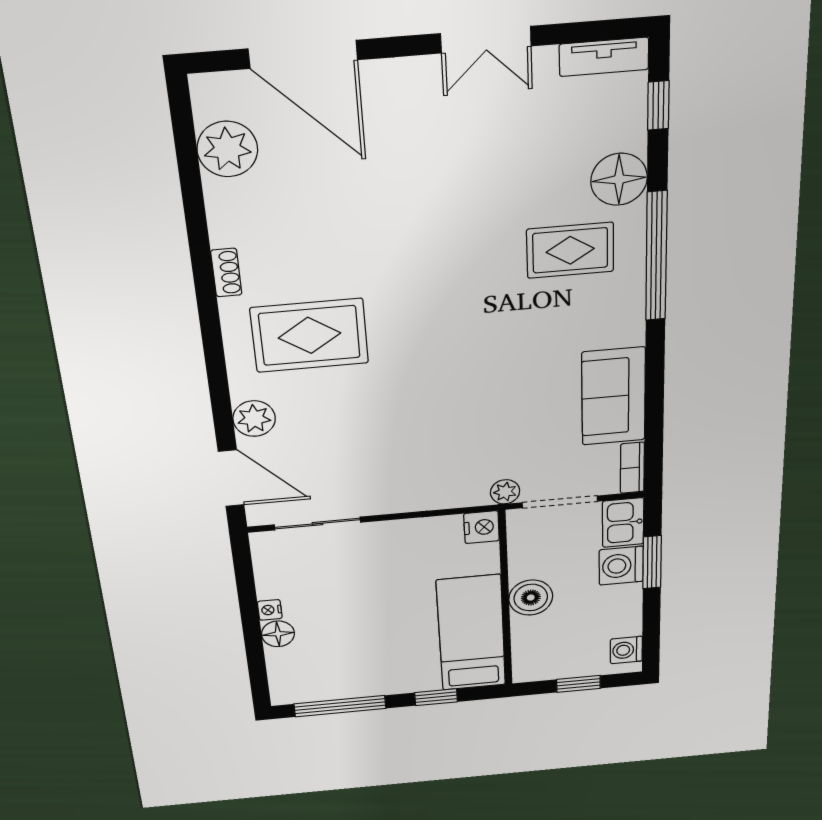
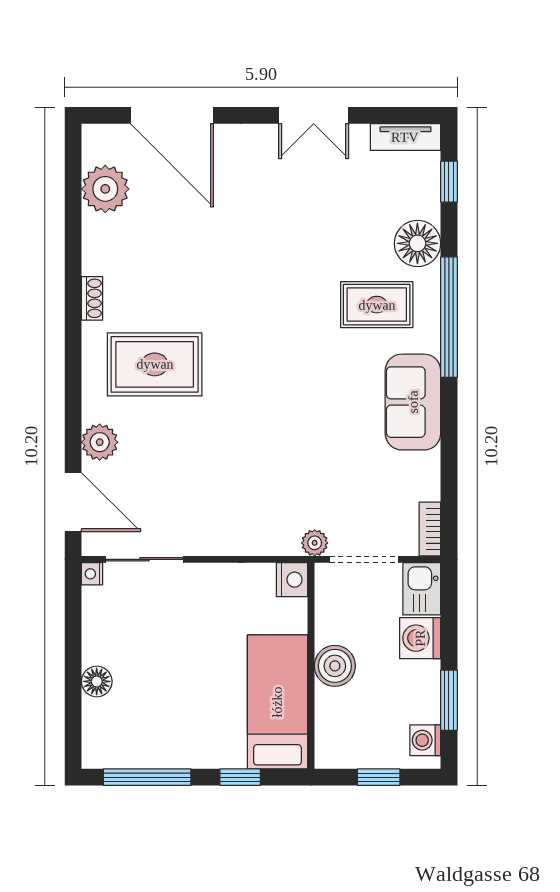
sofa: (614, 396) -> (413, 402), moved
window: (652, 562) -> (449, 700), moved
nightstand: (270, 610) -> (92, 574), moved

